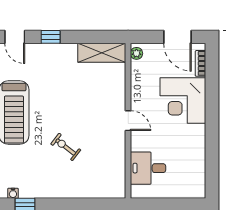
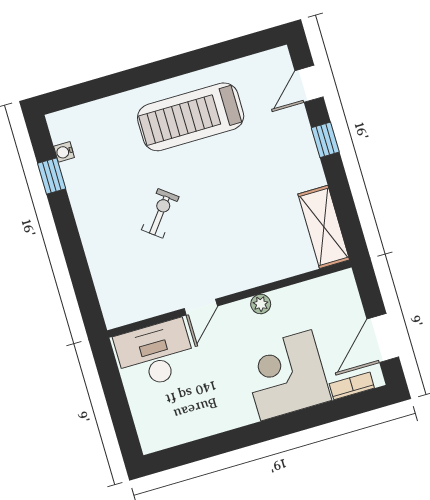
plant: (136, 53) -> (261, 304), moved
door: (128, 121) -> (201, 307), moved
desk: (148, 168) -> (155, 354), width x1.37

